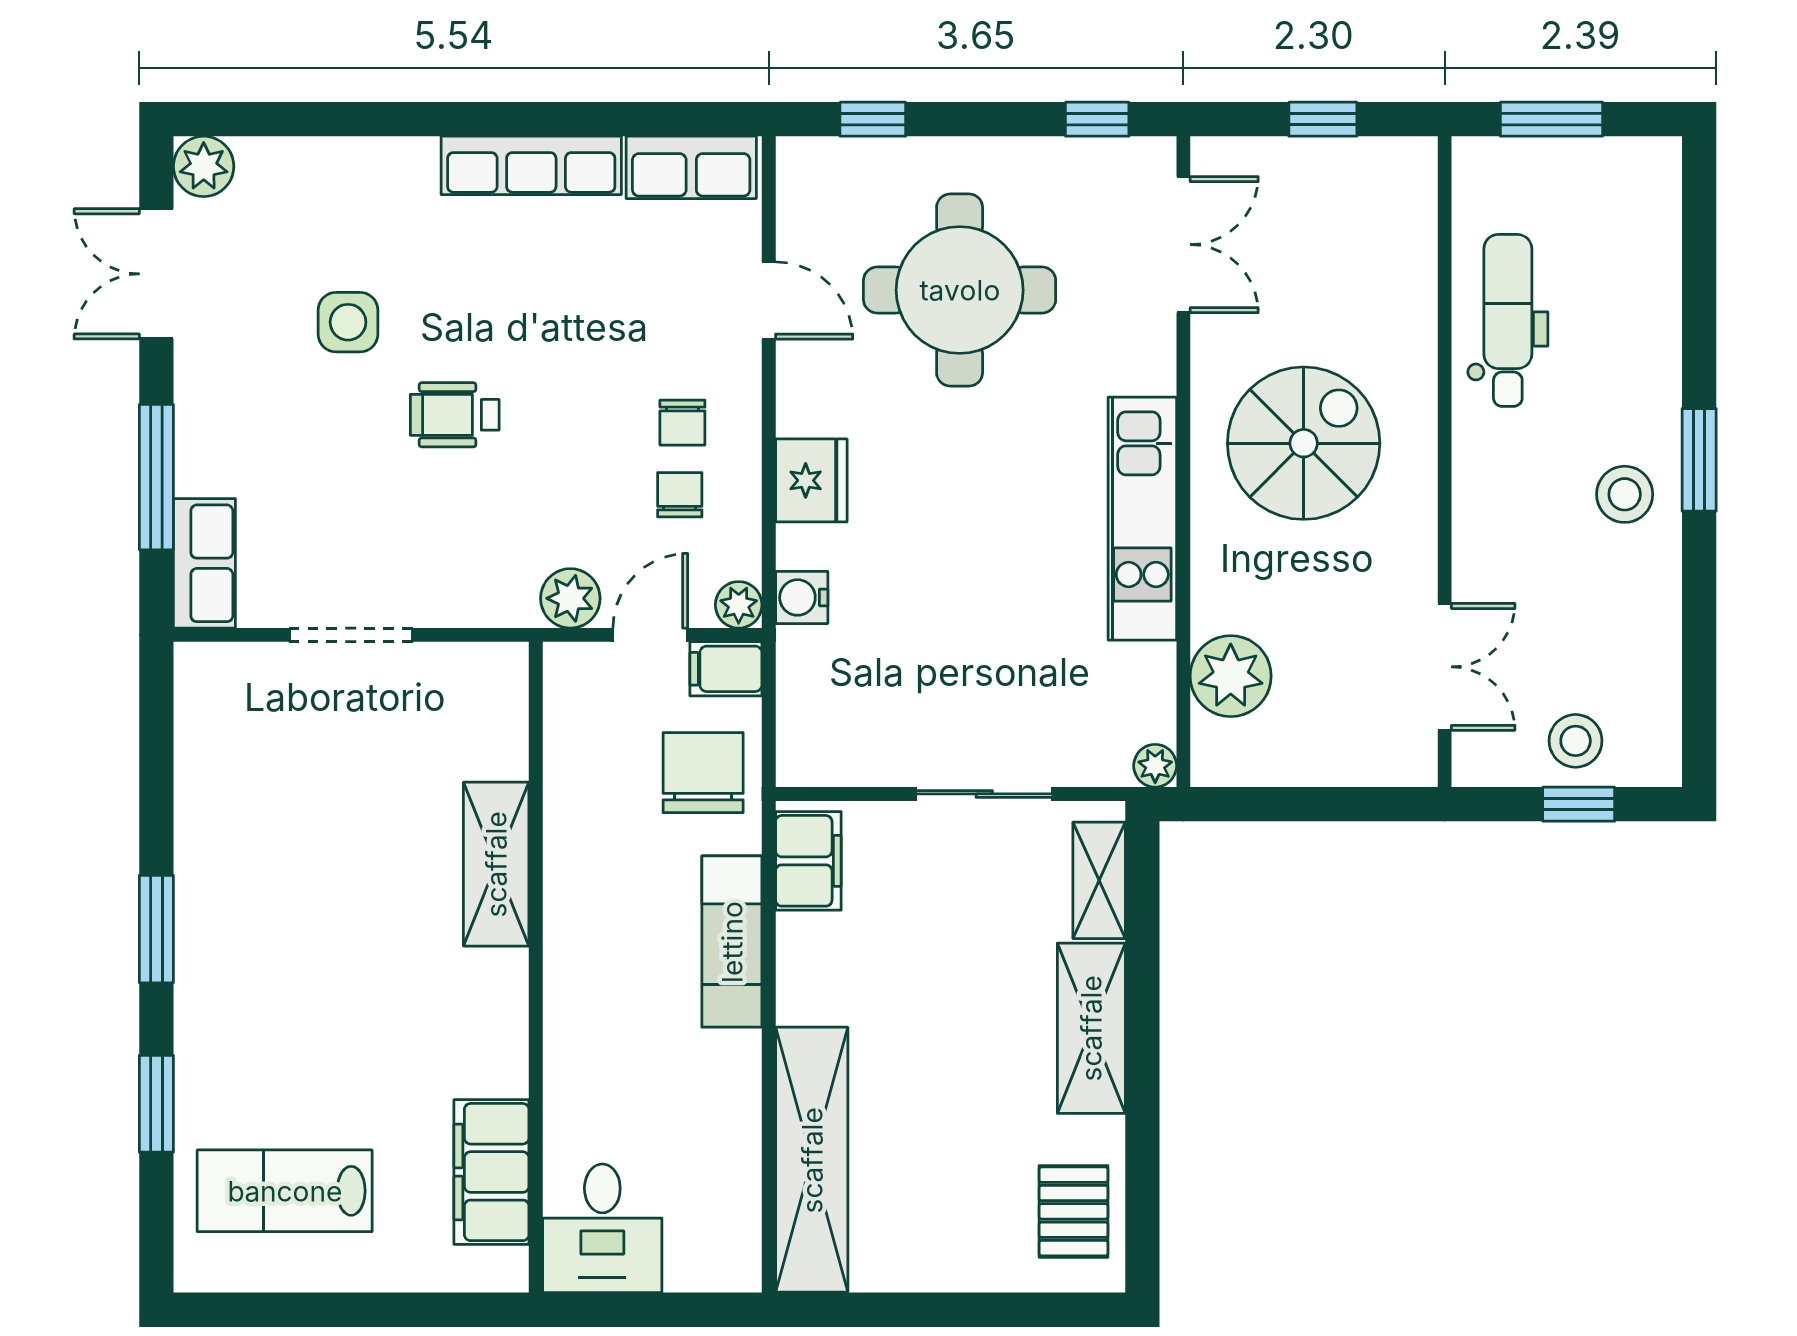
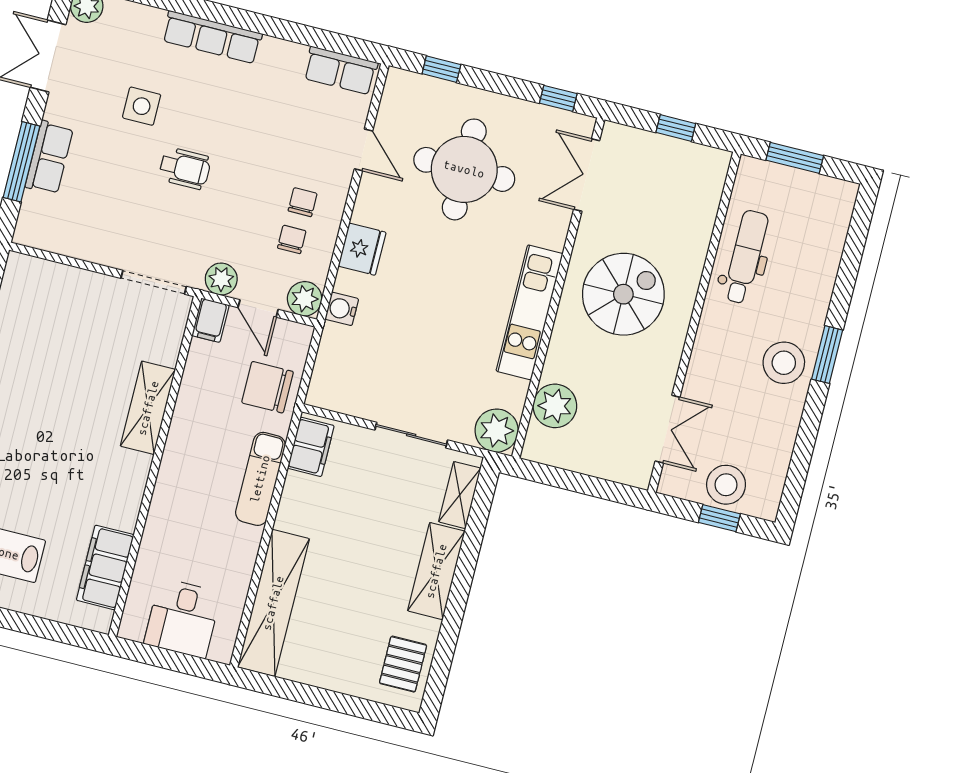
row of seats: (531, 165) -> (212, 37), moved
double door: (1183, 245) -> (587, 175), swing flipped
wheelchair: (455, 415) -> (185, 168), turned 180
chair: (682, 423) -> (303, 202), turned 180
stool: (1625, 494) -> (784, 363), width x1.38, depth x1.38
row of seats: (204, 563) -> (49, 158), moved
plant: (739, 605) -> (305, 299), width x1.38, depth x1.38
doorway: (351, 635) -> (154, 282), moved
door: (650, 635) -> (258, 309), swing flipped
filing cabinet: (726, 669) -> (210, 320), moved, turned -90
stool: (1576, 741) -> (726, 485), width x1.38, depth x1.38
plant: (1155, 766) -> (497, 431), width x1.88, depth x1.88
chair: (703, 773) -> (268, 387), turned -90
desk: (602, 1228) -> (183, 618), moved

